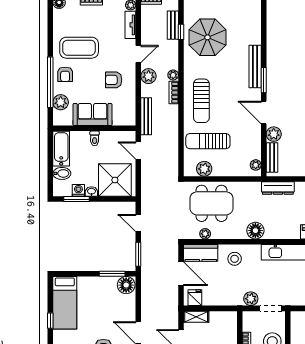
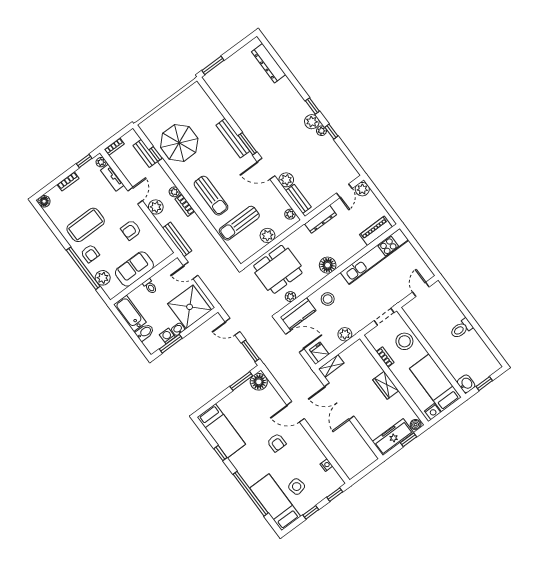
plant: (204, 169) -> (267, 235), moved
plant: (251, 299) -> (345, 334), moved

